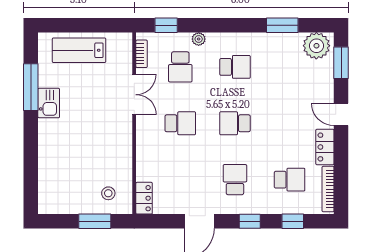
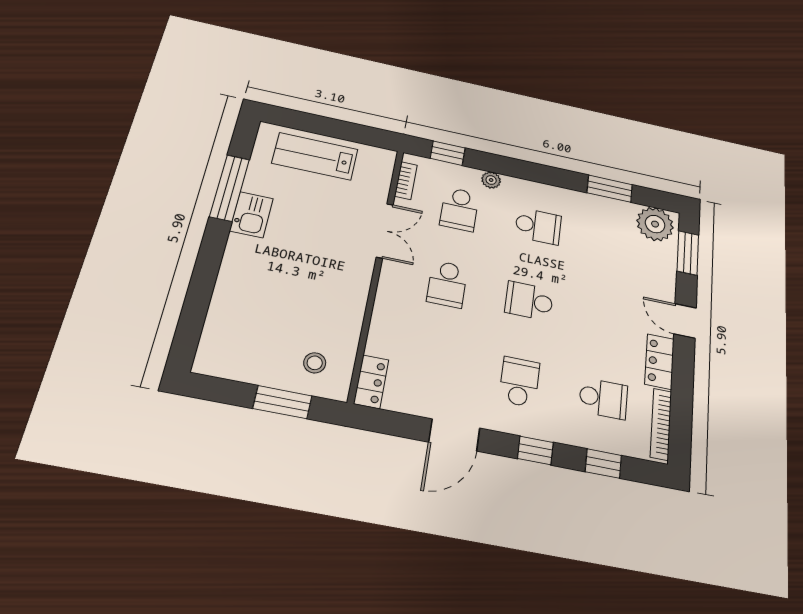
school desk: (180, 123) -> (447, 284), turned 90

